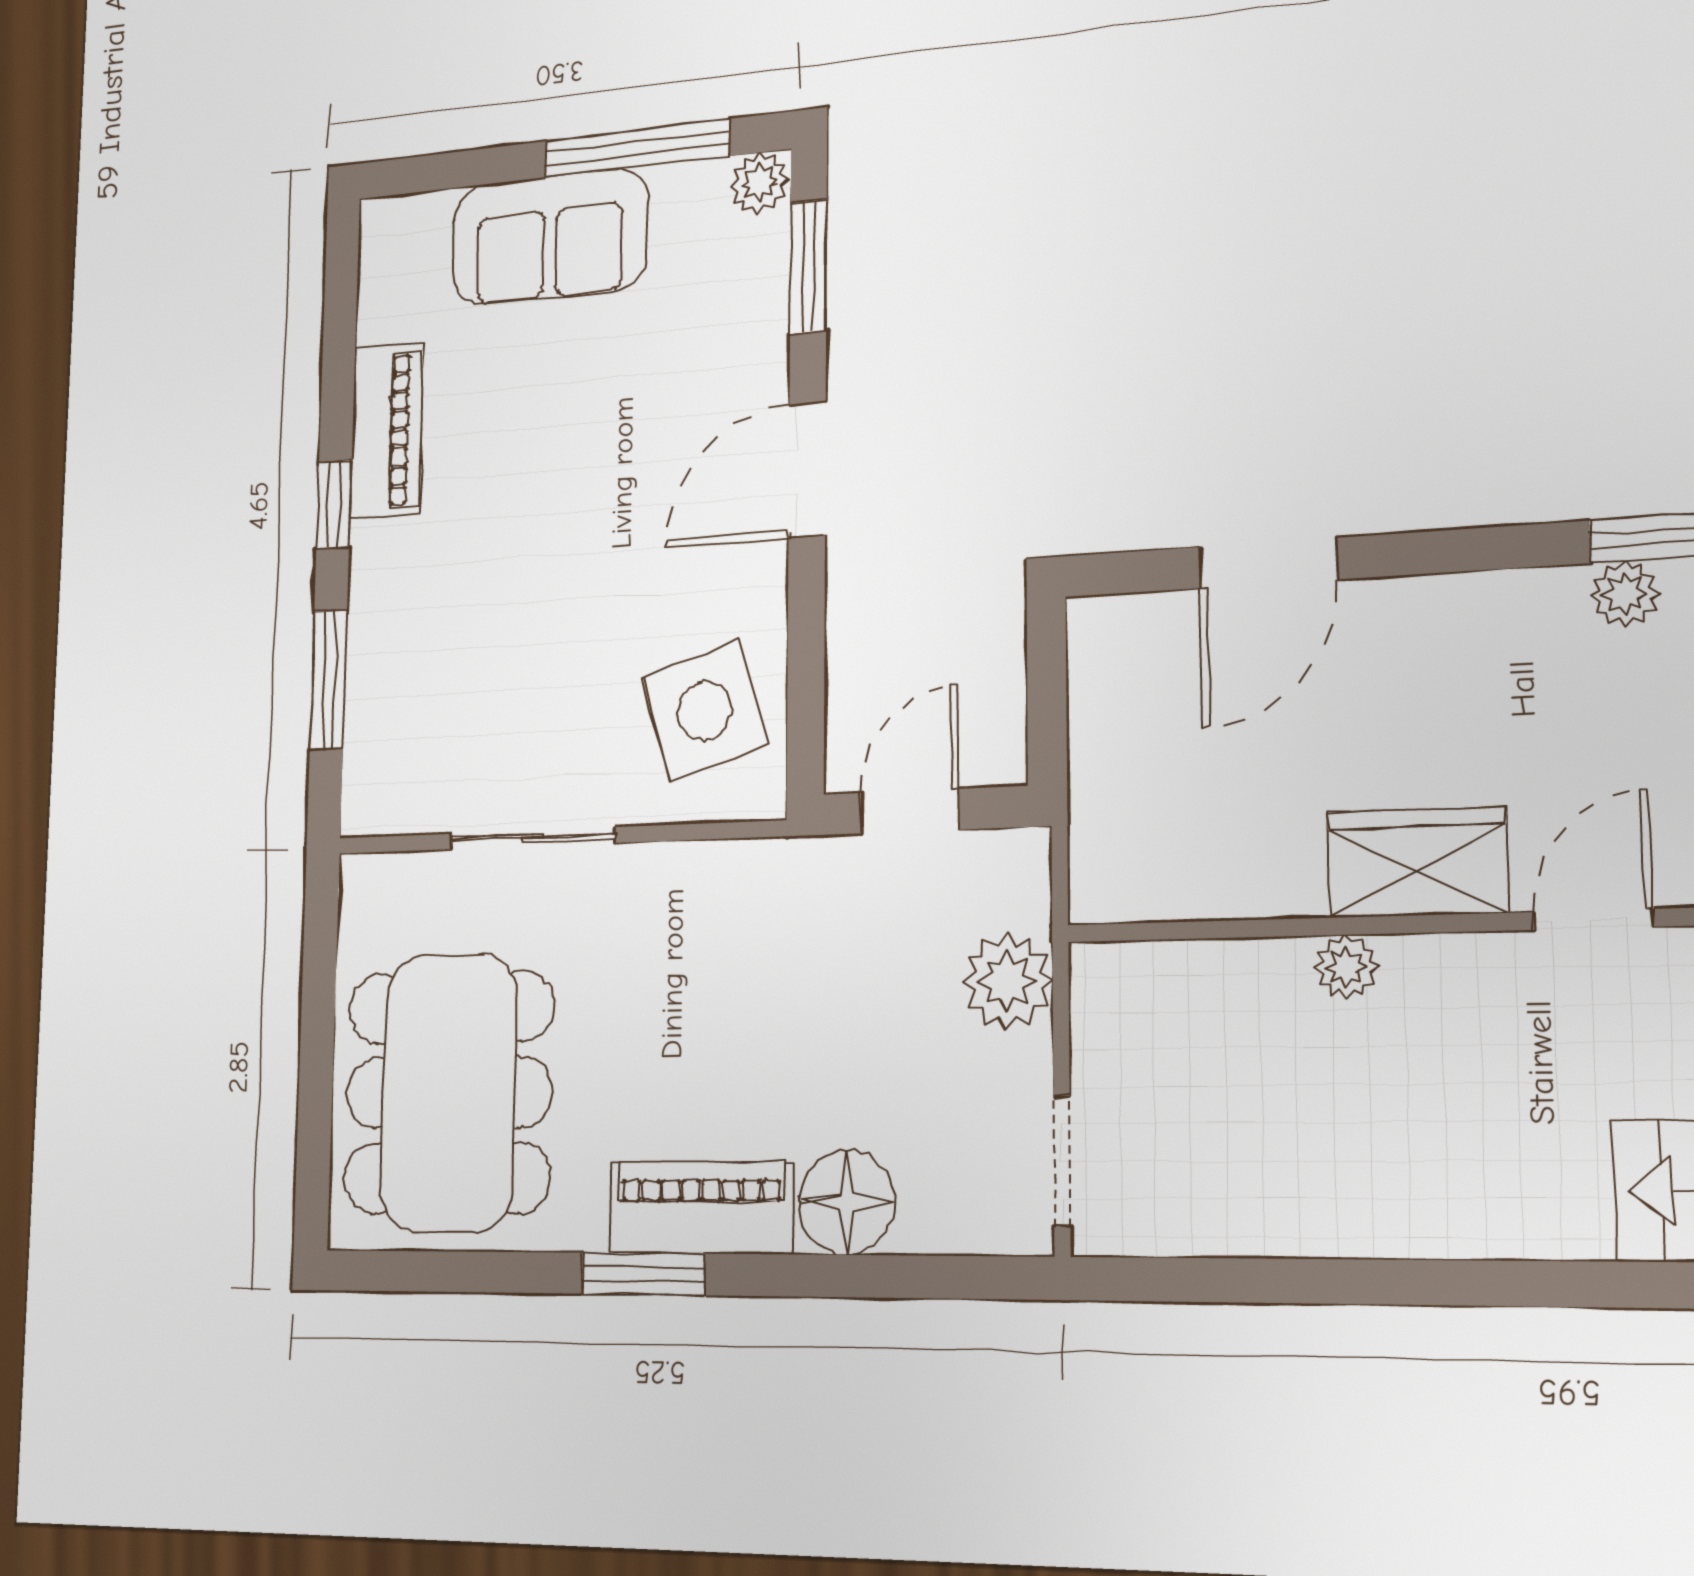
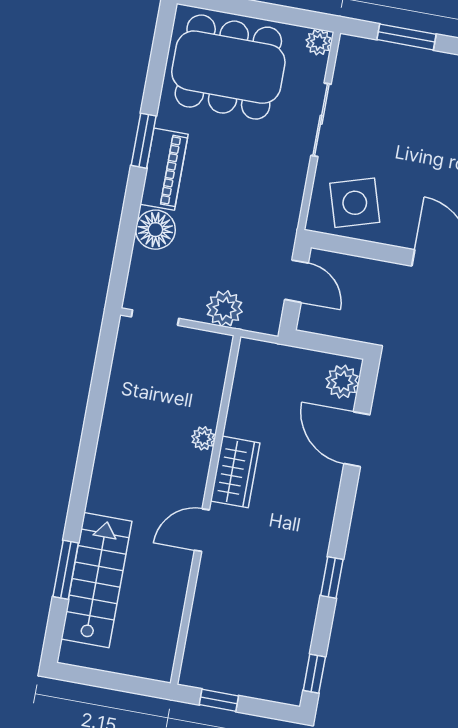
plant: (1625, 594) -> (342, 382), moved, width x1.38, depth x1.38
plant: (366, 884) -> (319, 42), added
door: (1593, 919) -> (202, 530), swing flipped

